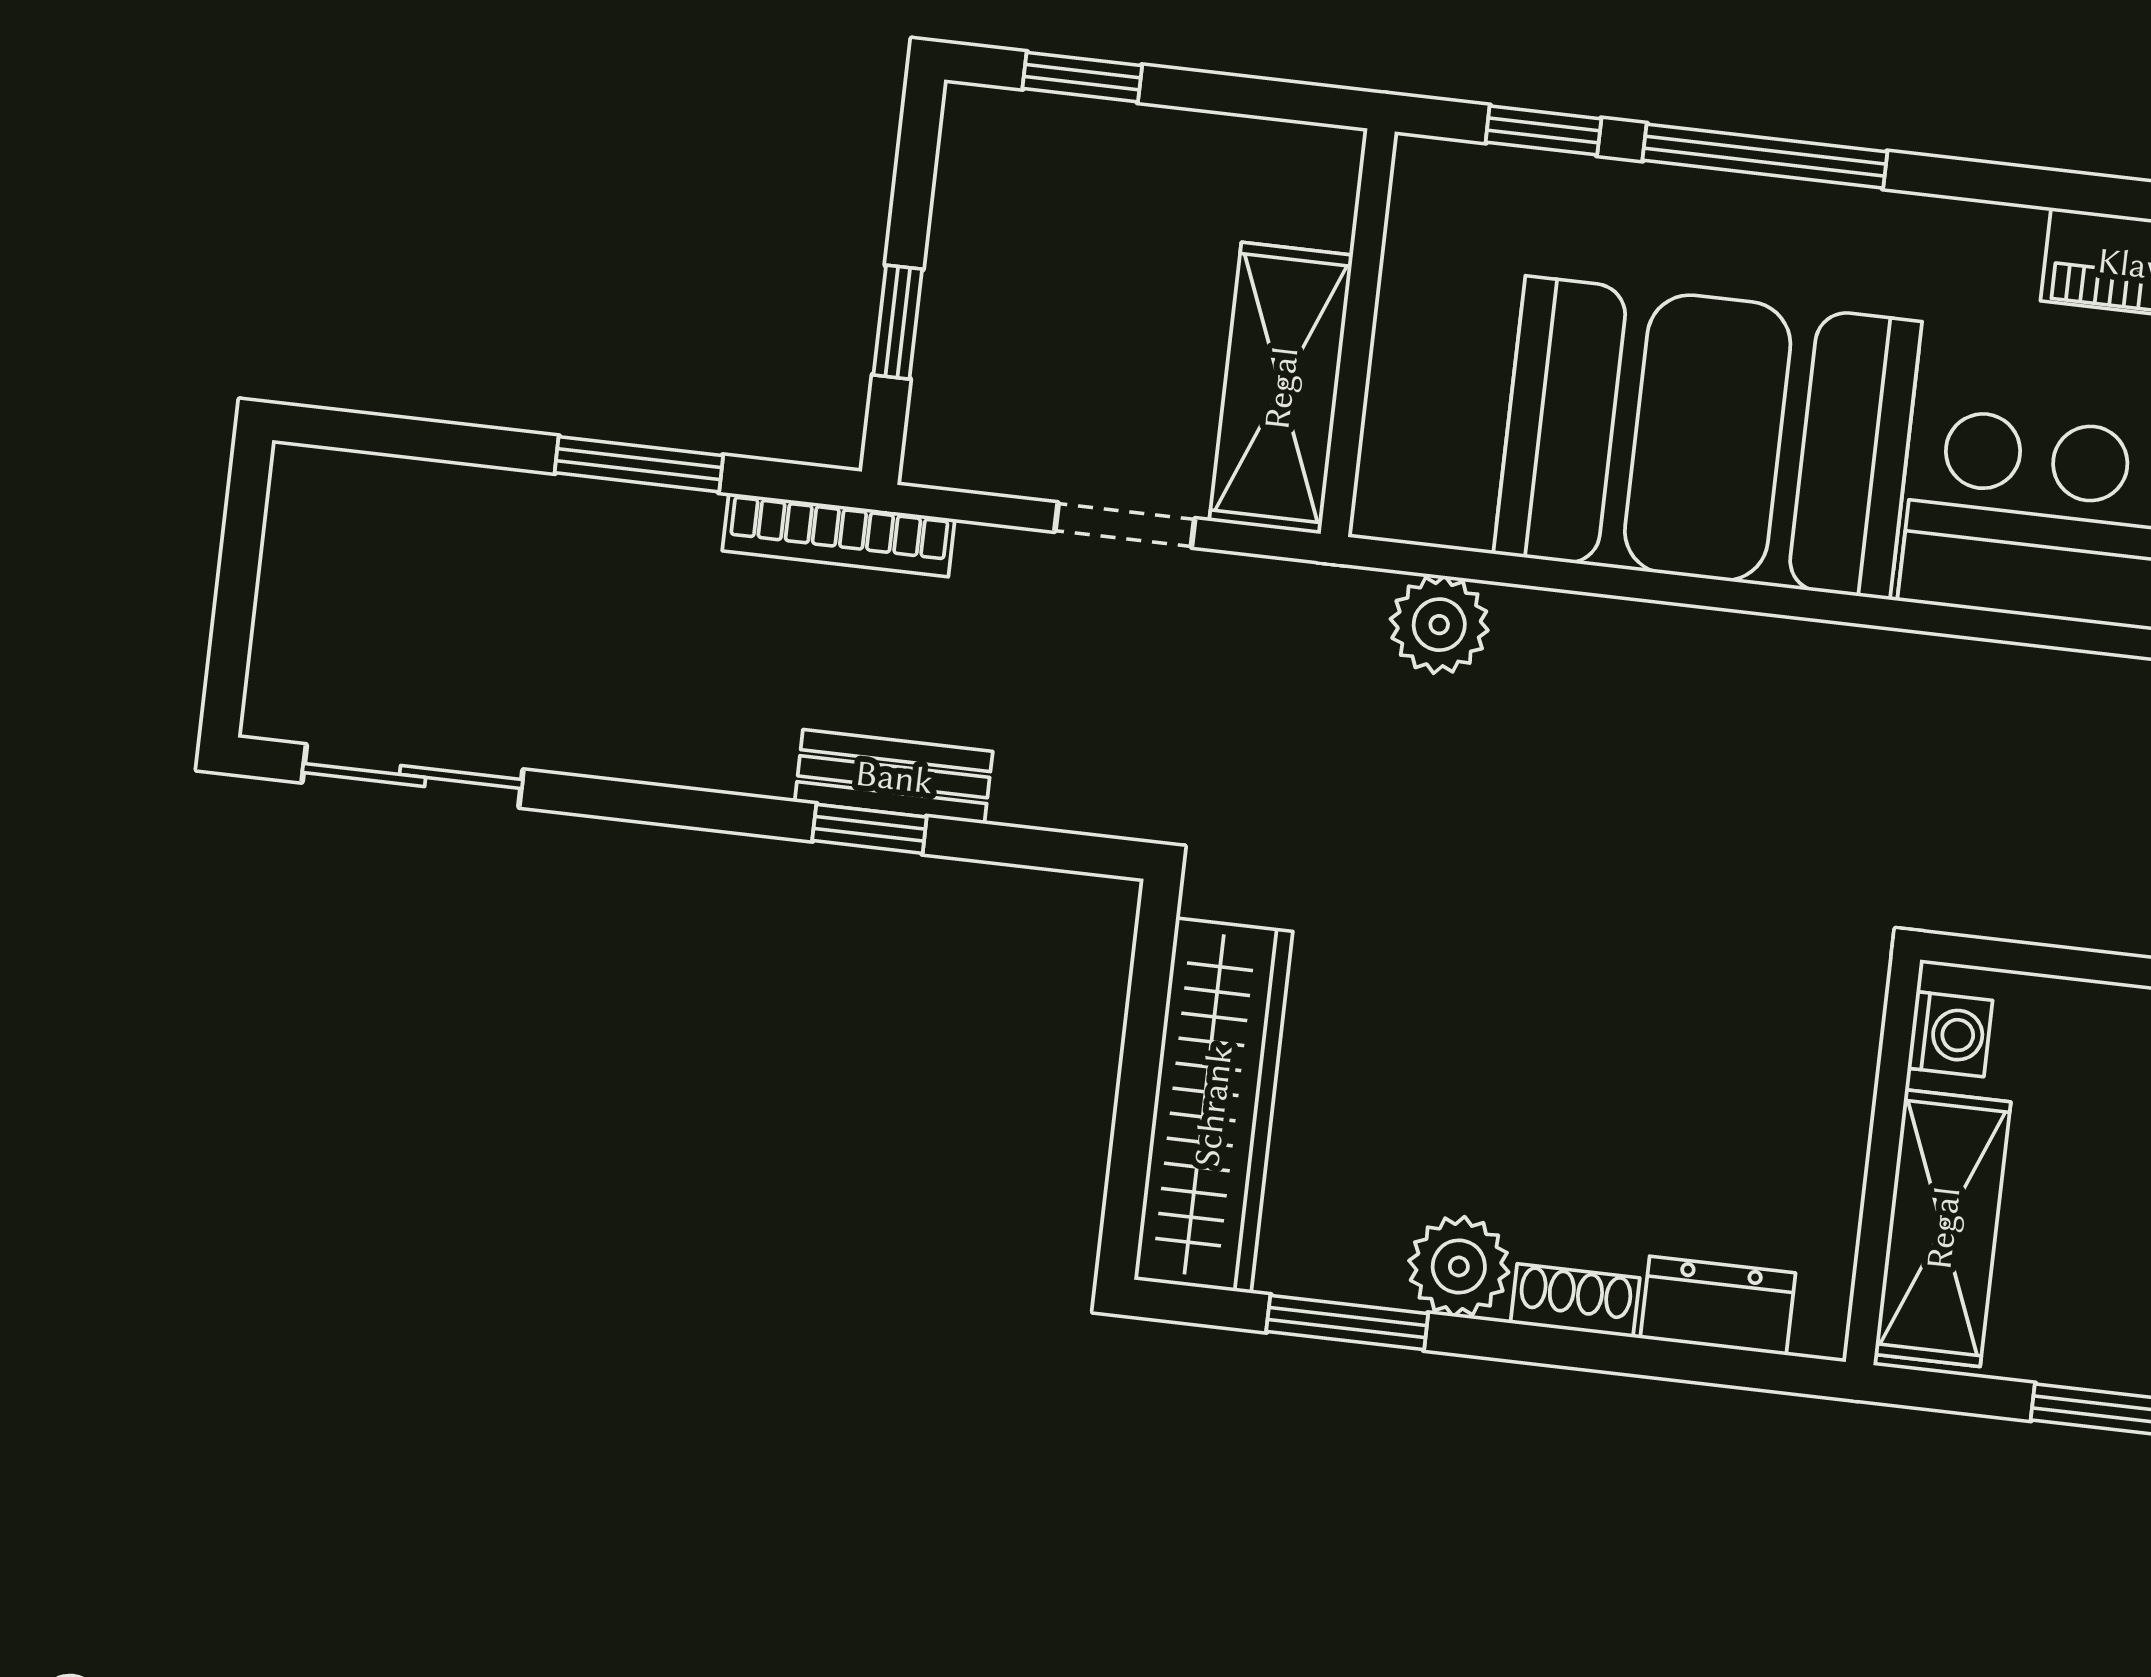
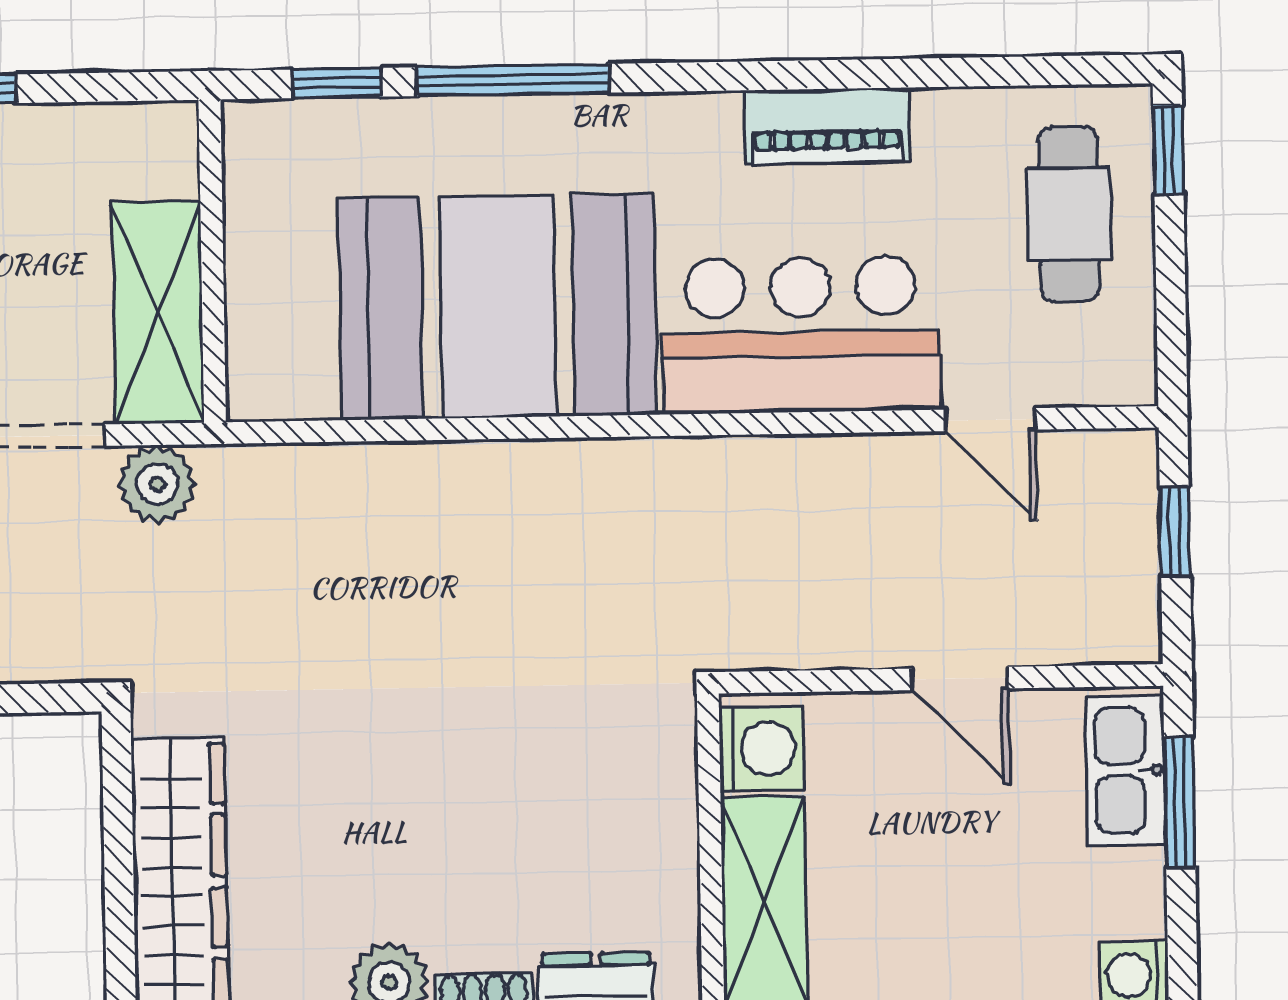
plant: (1439, 625) -> (157, 484), moved
washing machine: (1950, 1034) -> (761, 749), width x1.38, depth x1.38

